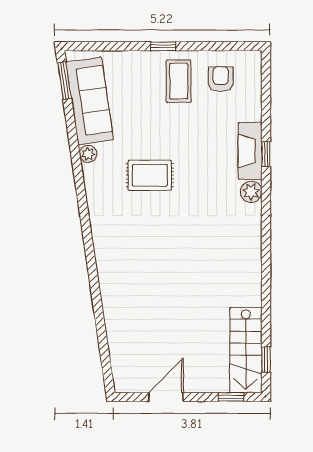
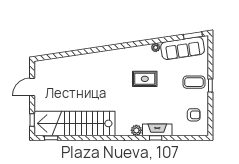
coffee table: (179, 81) -> (194, 82), moved
rug: (150, 175) -> (145, 79), turned 90
stairs: (246, 350) -> (75, 123), width x1.86, depth x1.51
door: (166, 397) -> (32, 87), swing flipped

